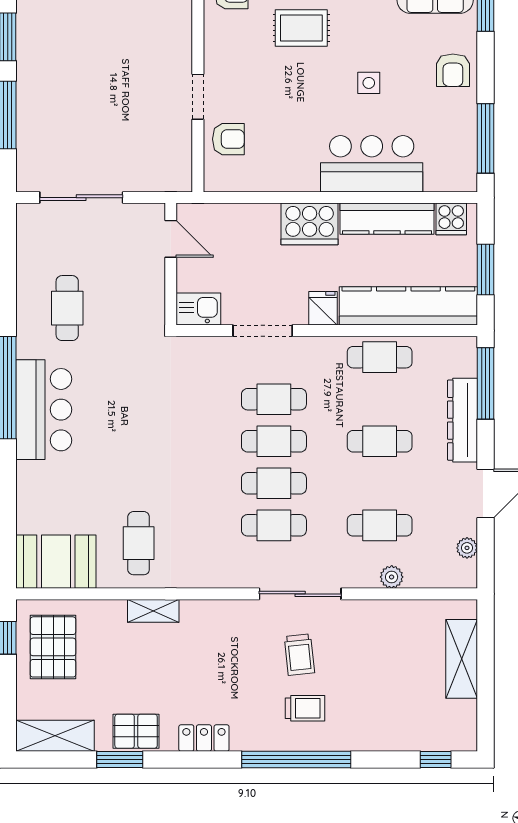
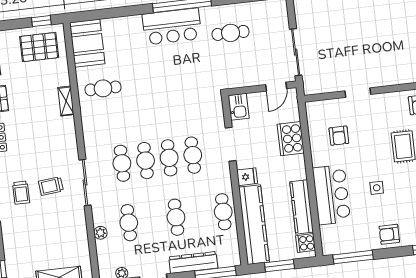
armchair: (228, 139) -> (339, 136), moved
sliding door: (81, 198) -> (296, 52), moved
cooker: (310, 224) -> (291, 139), moved

